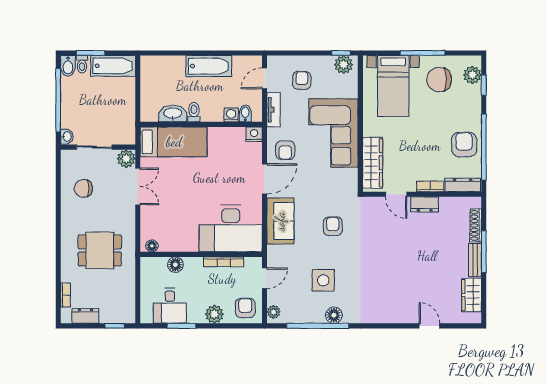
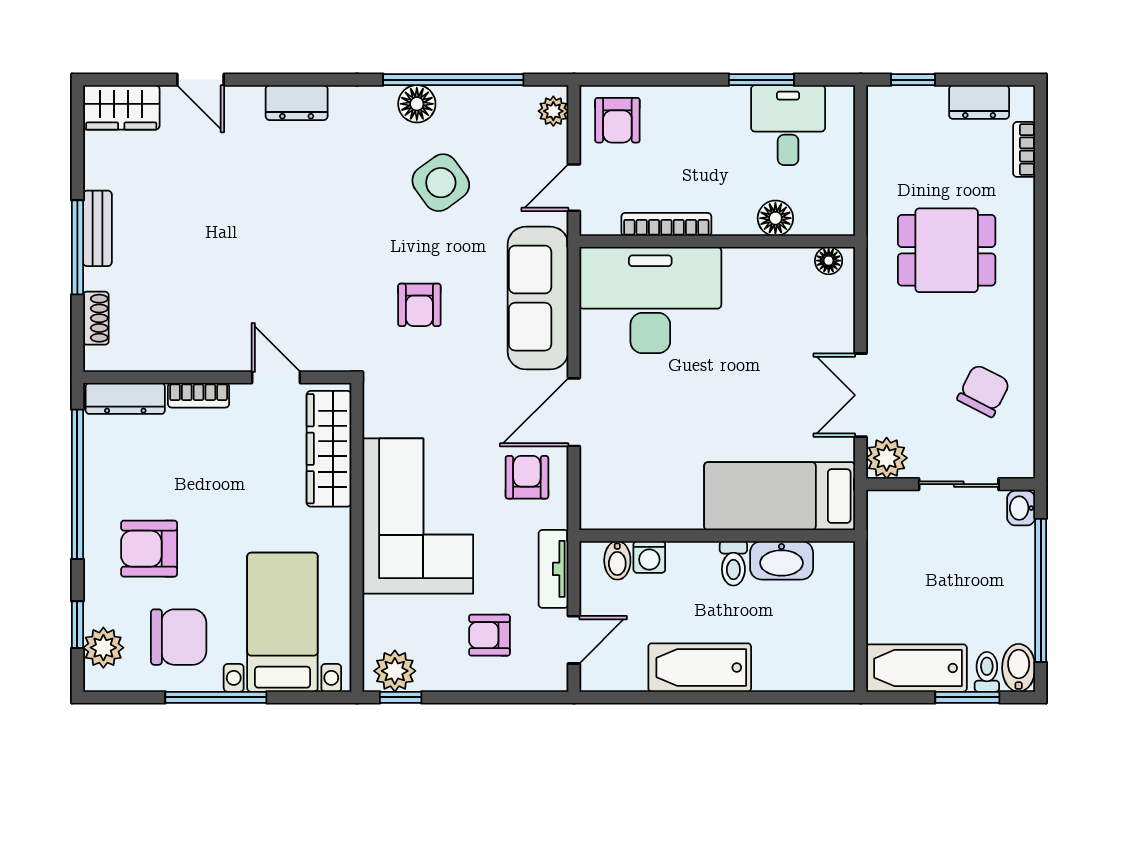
armchair: (302, 80) -> (489, 635), turned 88
nightstand: (254, 134) -> (597, 513), removed
armchair: (464, 145) -> (149, 549), moved, turned 92
chair: (83, 188) -> (984, 391), turned -63
dresser: (425, 204) -> (297, 103), moved, turned 180
sofa: (280, 221) -> (538, 298), width x1.36
shoe rack: (476, 225) -> (96, 318), width x0.70
side table: (323, 280) -> (441, 183), turned -36
wardrobe: (472, 295) -> (121, 107), moved, turned 90
plant: (214, 314) -> (687, 106), removed

